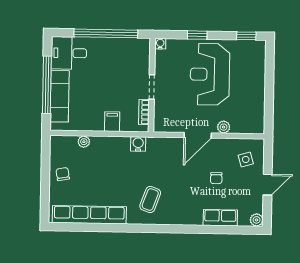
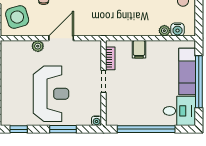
window: (197, 35) -> (63, 129), width x1.50
water cooler: (138, 144) -> (178, 29), moved
side table: (246, 159) -> (17, 17), width x1.87, depth x1.87

